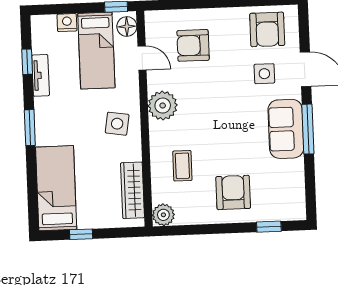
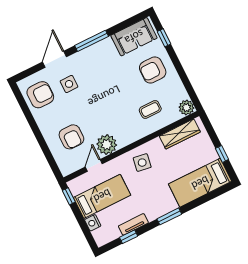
floor lamp: (127, 27) -> (78, 184), removed
plant: (163, 106) -> (107, 145), moved
sofa: (286, 129) -> (134, 37), moved

